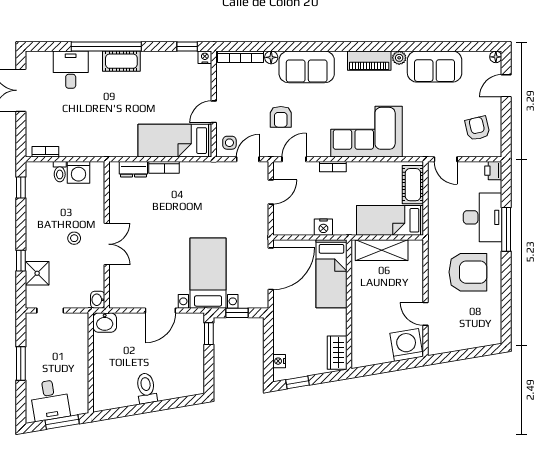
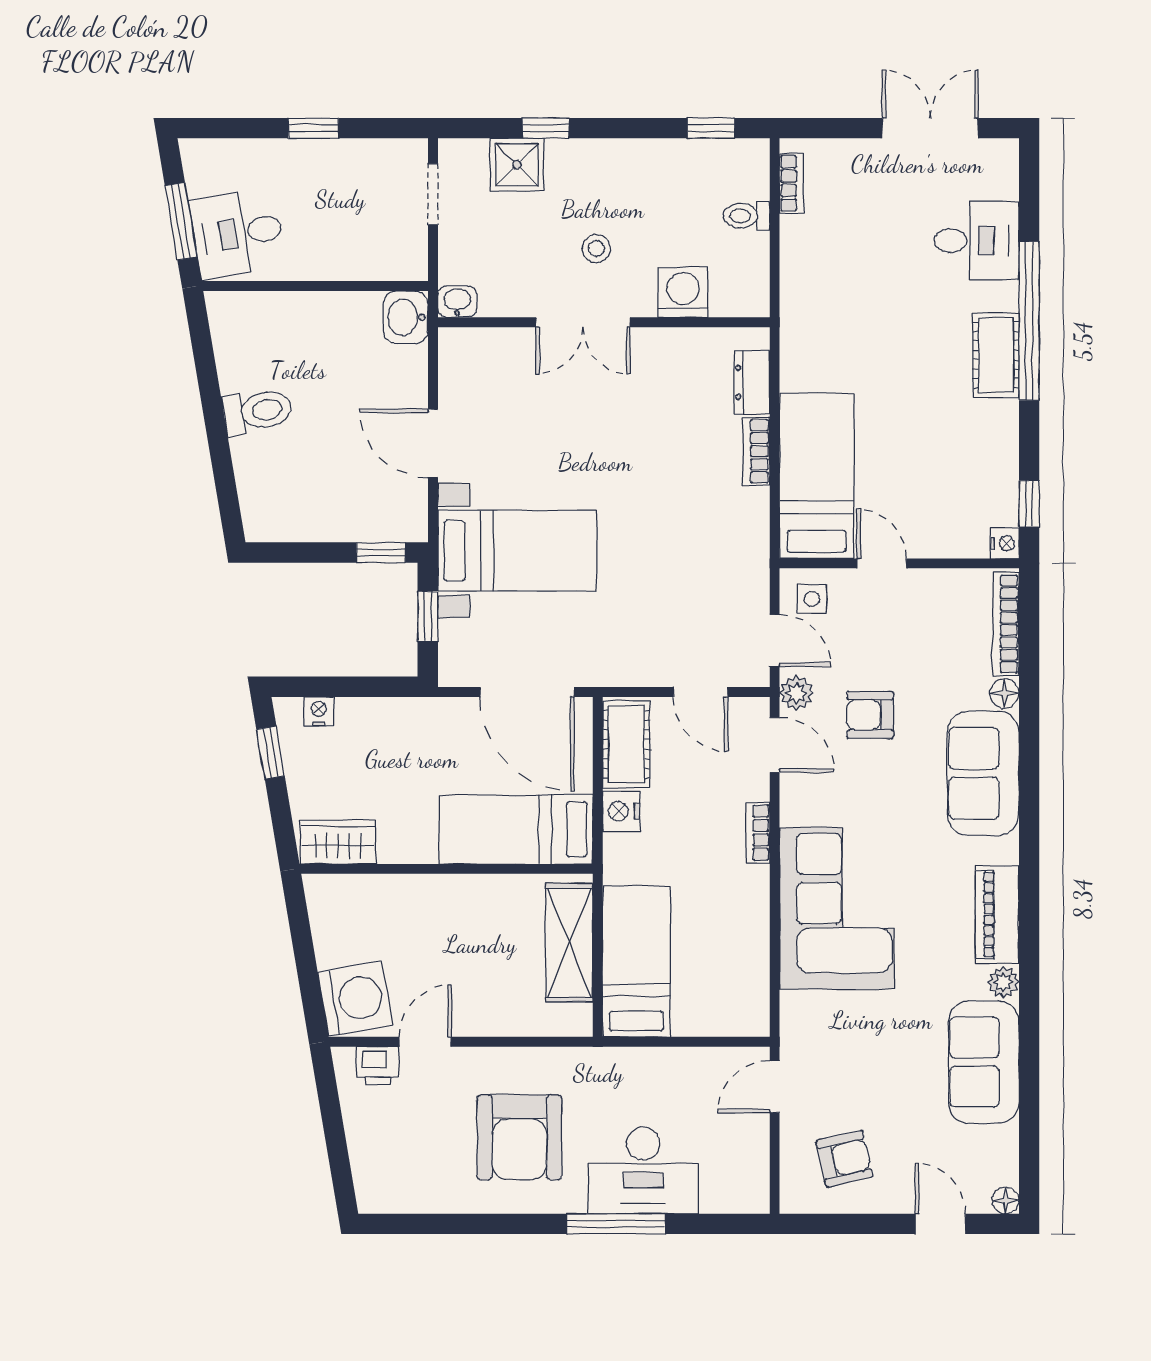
plant: (271, 149) -> (797, 693), added
printer: (493, 171) -> (378, 1066), moved, turned 180
washing machine: (78, 172) -> (683, 292), moved, turned 90
cot: (413, 185) -> (626, 744), moved, turned 90
window: (21, 363) -> (313, 128), width x0.67
desk: (50, 400) -> (238, 233), moved

